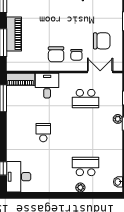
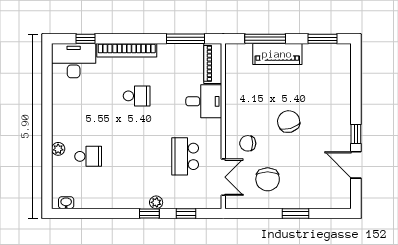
chair: (56, 54) -> (289, 122), moved, turned 74
bookcase: (11, 139) -> (127, 50), added
school desk: (86, 167) -> (88, 156), width x0.54

